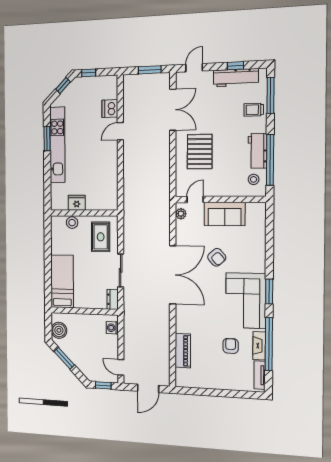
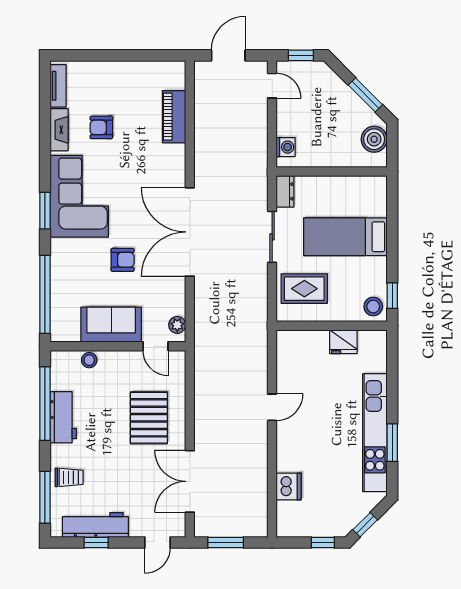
door: (120, 131) -> (272, 407), moved
stool: (254, 179) -> (89, 360), moved
door: (195, 200) -> (156, 346), hinge flipped
stool: (72, 223) -> (373, 307), moved
window: (48, 232) -> (392, 296), added
rug: (101, 237) -> (304, 289), turned 90
armchair: (217, 257) -> (123, 260), turned 131
bed: (62, 281) -> (345, 237), moved, turned 90
window: (269, 344) -> (45, 294), moved
armchair: (231, 346) -> (101, 127), turned 90

